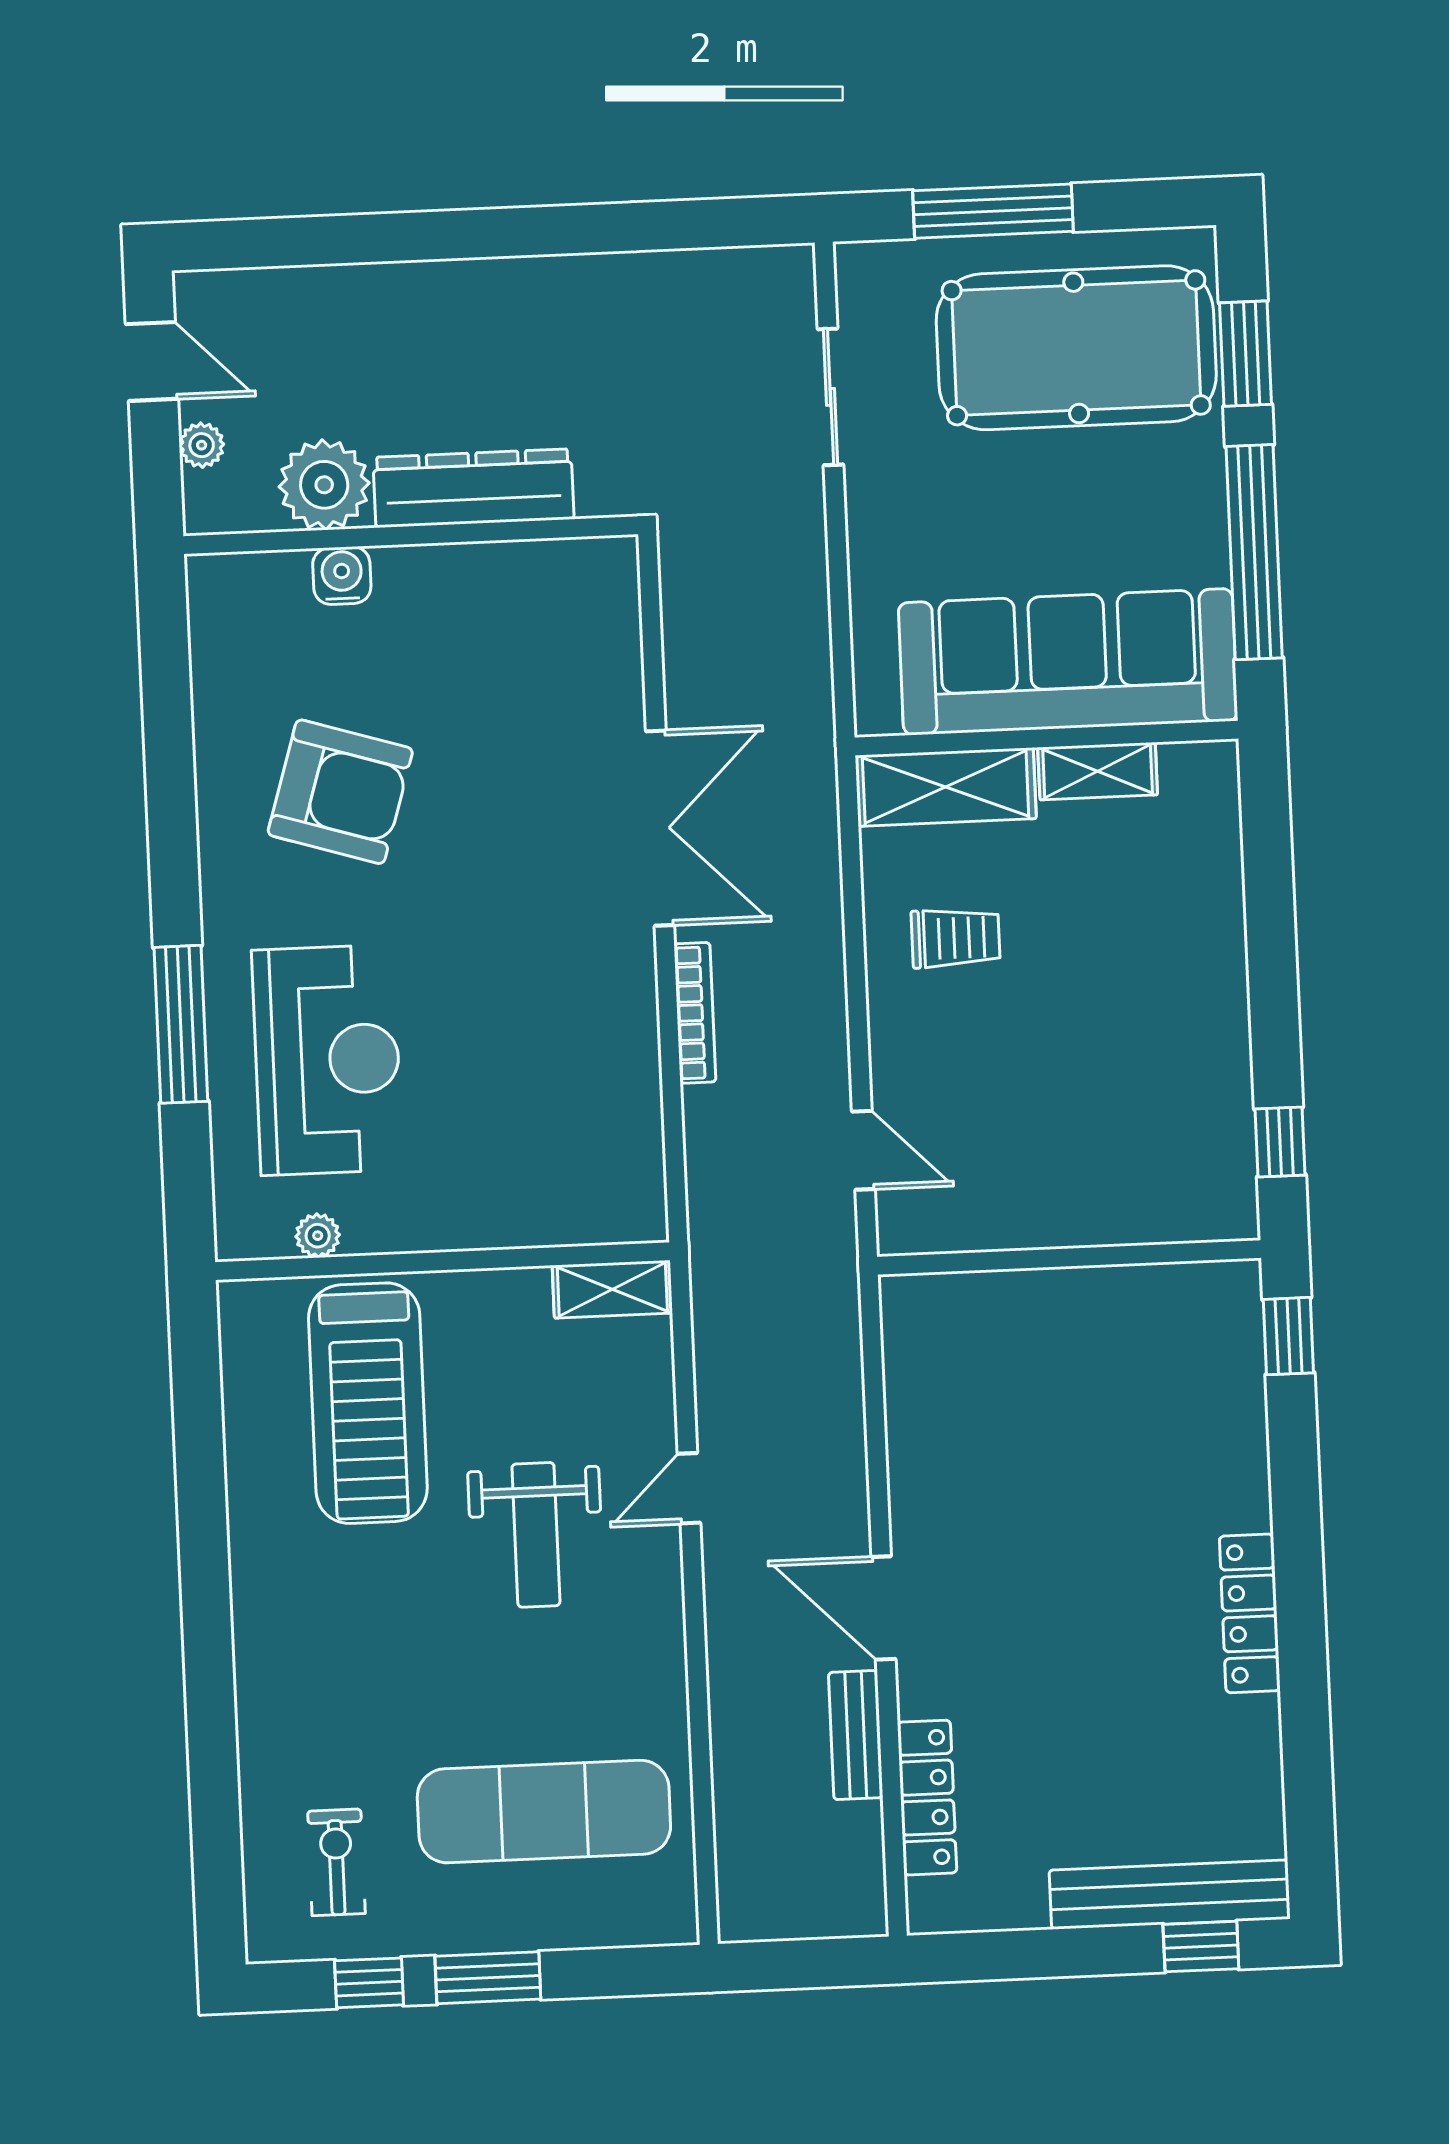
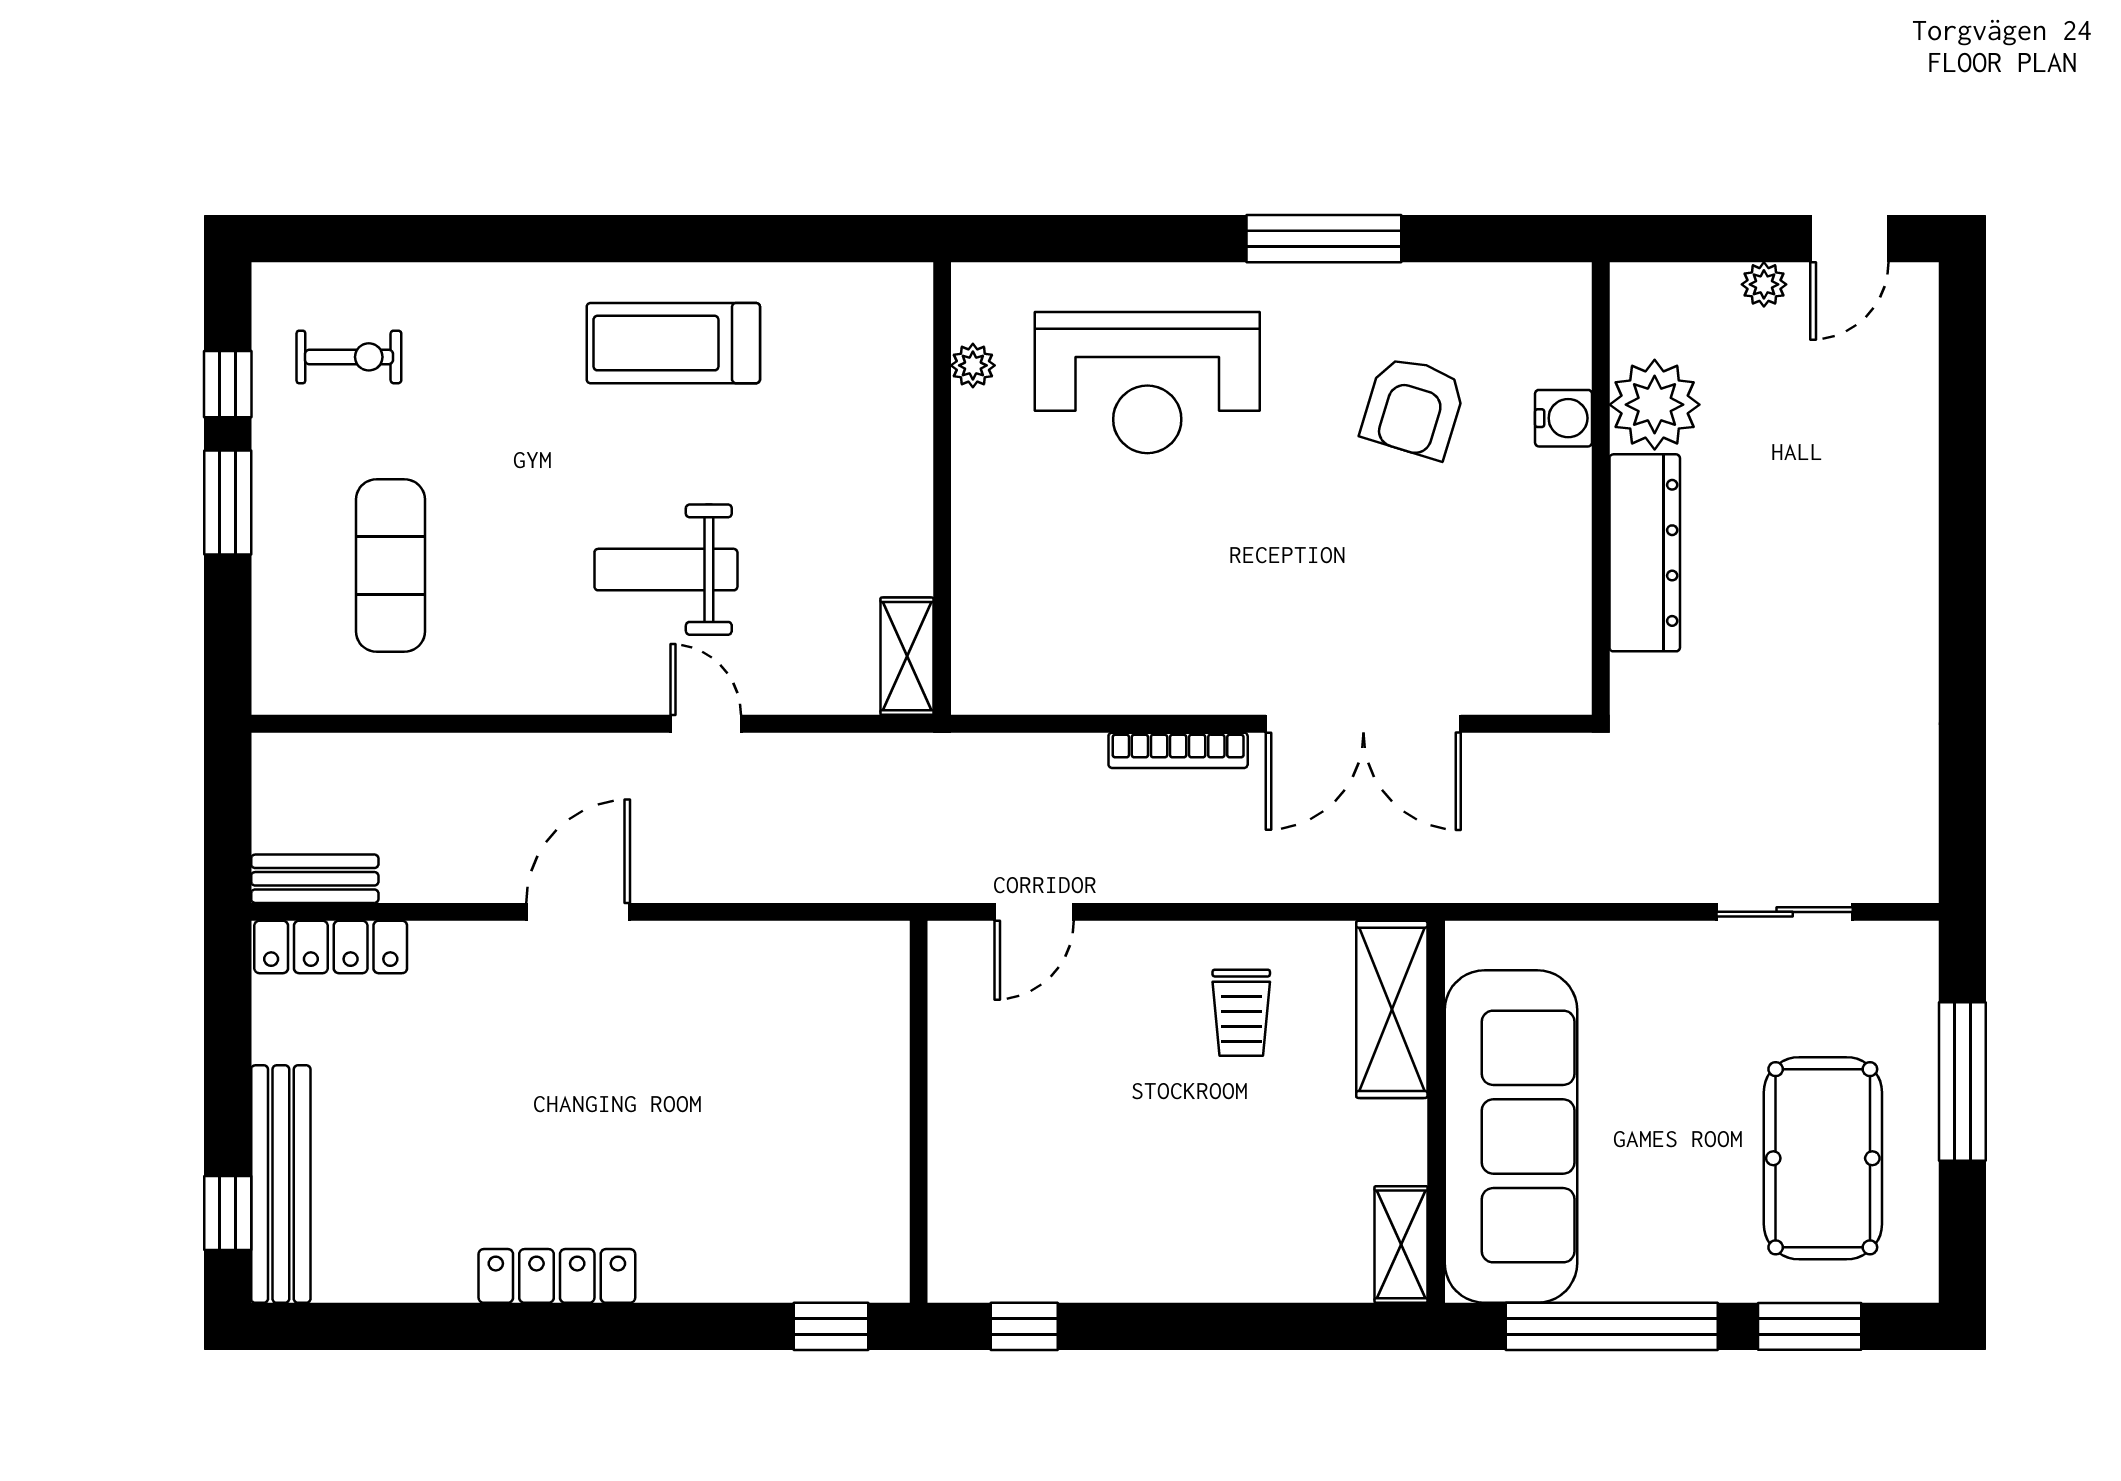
pool table: (1076, 348) -> (1823, 1158), width x0.73, depth x0.76
plant: (324, 485) -> (1655, 405), moved
dresser: (473, 488) -> (1645, 553), moved
wall: (411, 535) -> (1601, 488), moved
water cooler: (342, 576) -> (1564, 418), moved
shelving: (1098, 771) -> (1401, 1244), moved
armchair: (340, 792) -> (1413, 407), width x0.73, depth x0.73
window: (181, 1024) -> (1324, 239), moved
treadmill: (368, 1403) -> (673, 343), moved, width x0.73, depth x0.73
bench: (856, 1735) -> (315, 879), moved
locker: (927, 1798) -> (331, 947), moved
exercise mat: (544, 1812) -> (390, 565), width x0.73, depth x0.69

